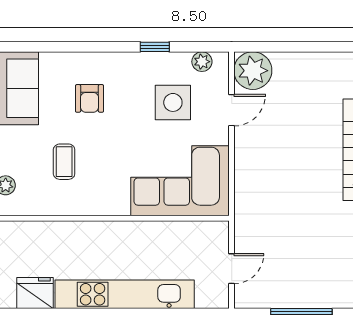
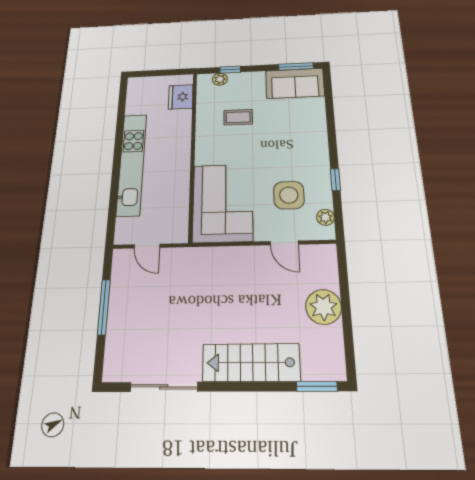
plant: (253, 71) -> (324, 307), moved
armchair: (89, 98) -> (289, 133), removed
fridge: (35, 293) -> (181, 97), moved, turned 180

